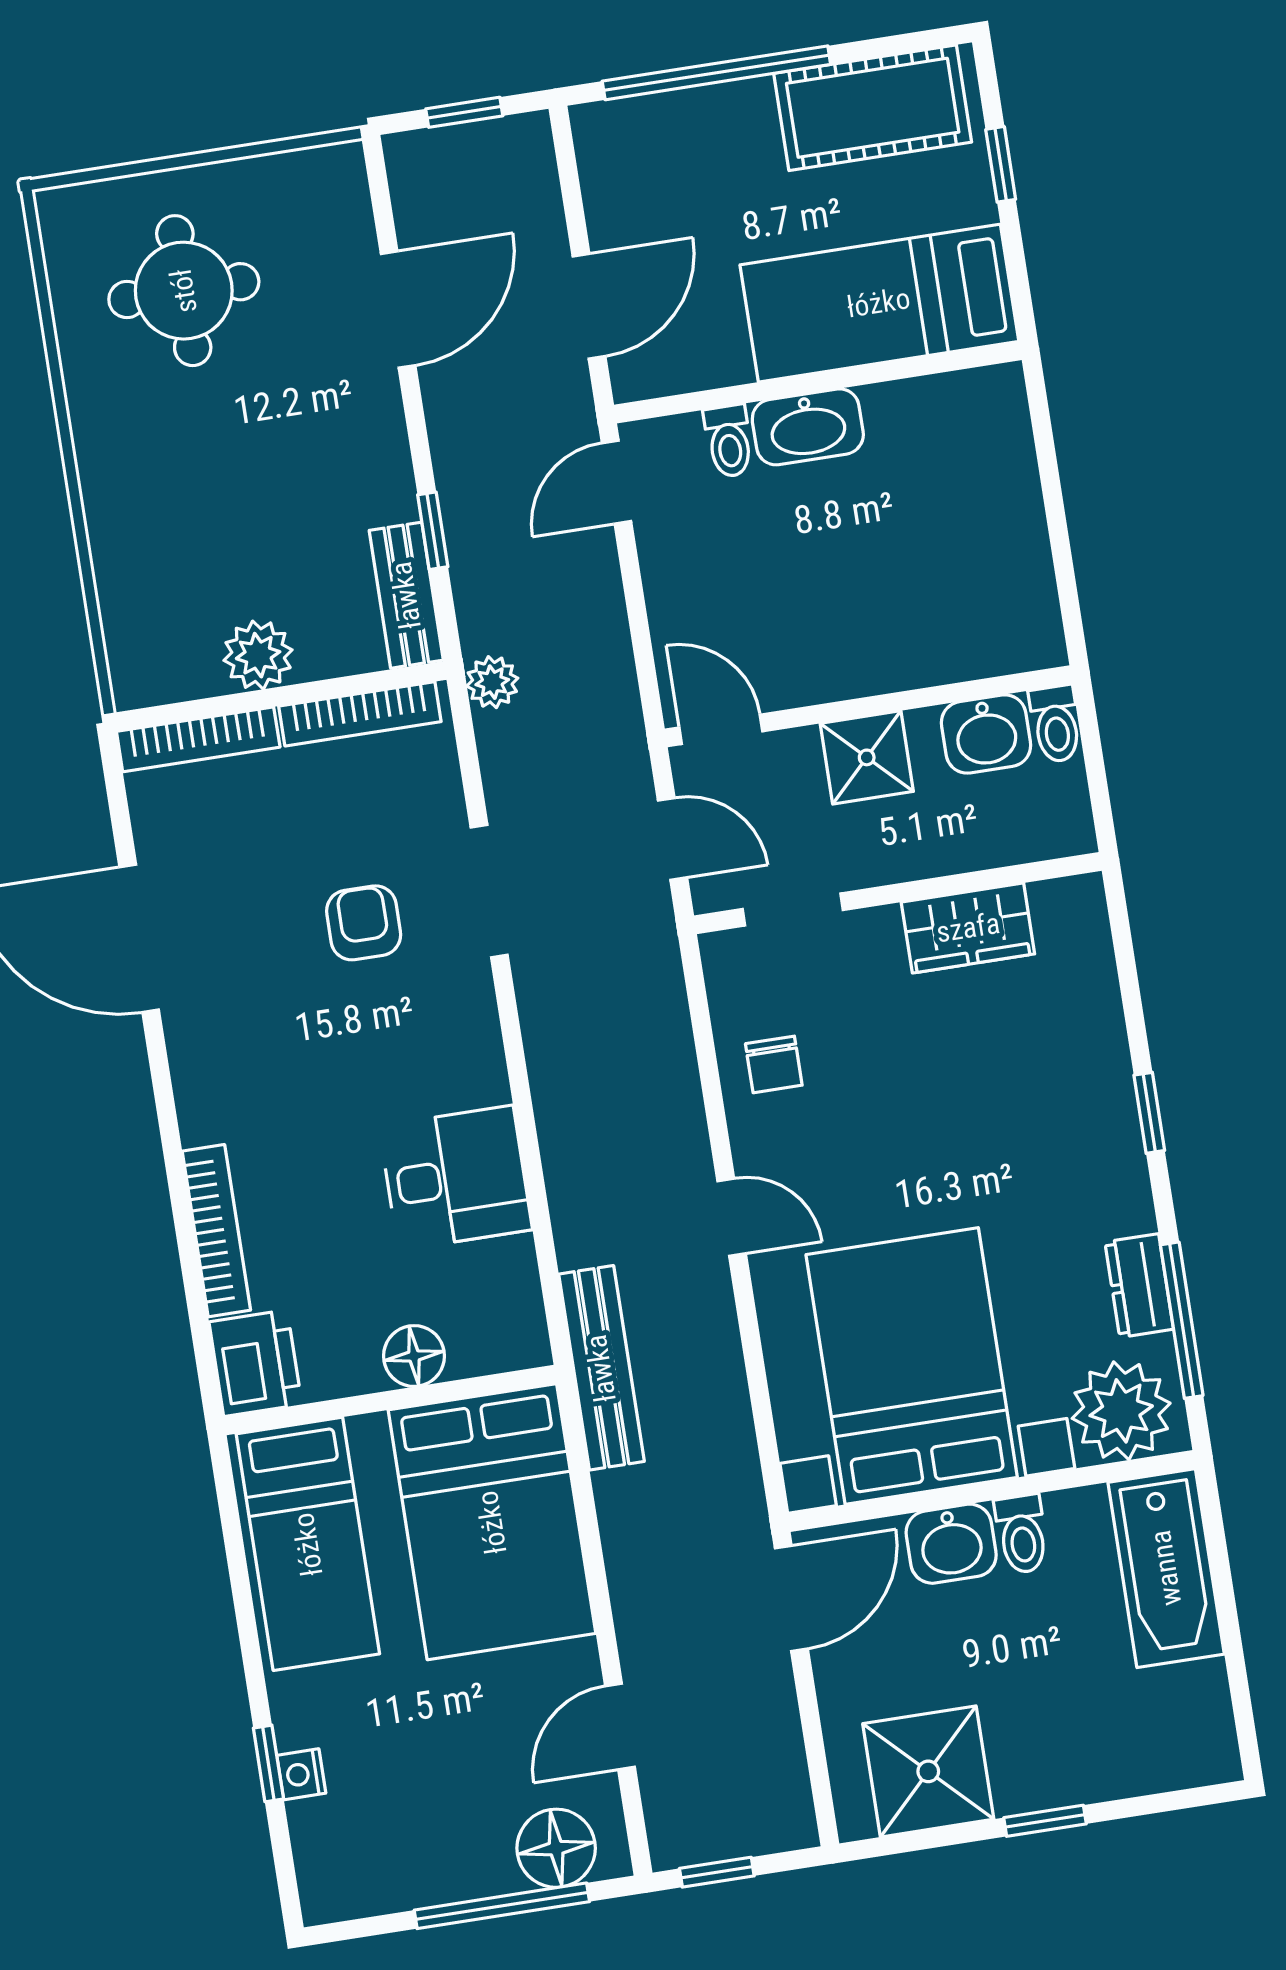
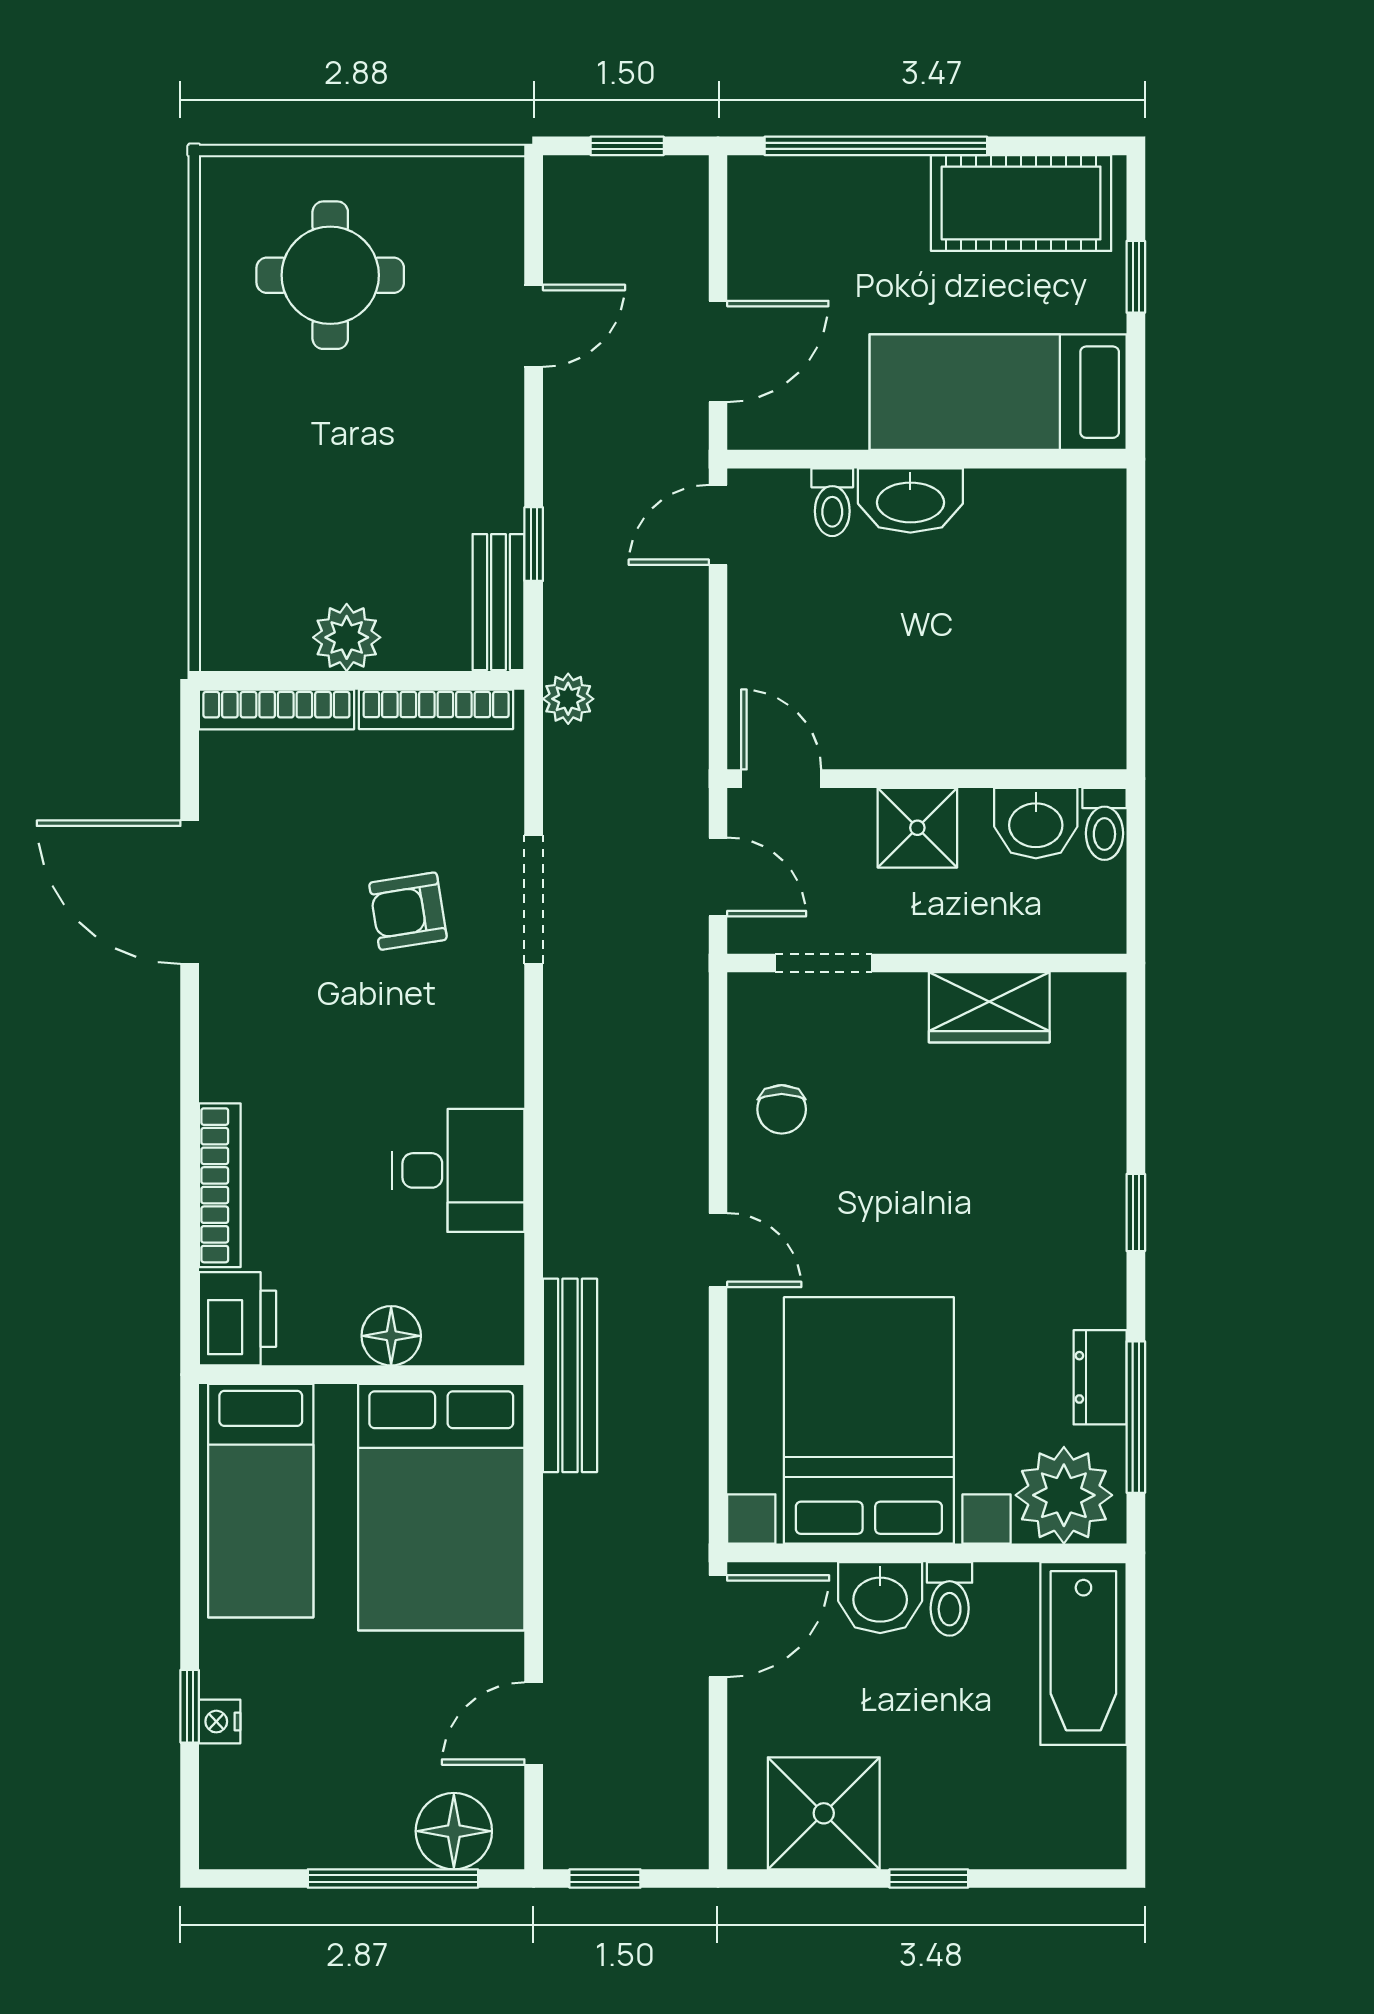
door: (398, 310) -> (534, 326), width x0.73
armchair: (364, 923) -> (408, 911), turned -99

